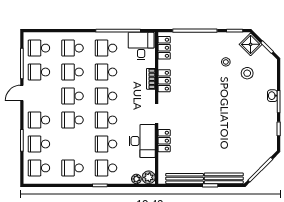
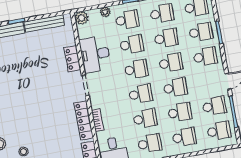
locker: (164, 81) -> (84, 121), width x1.53
school desk: (72, 144) -> (166, 38), added
plant: (136, 179) -> (105, 12), moved

